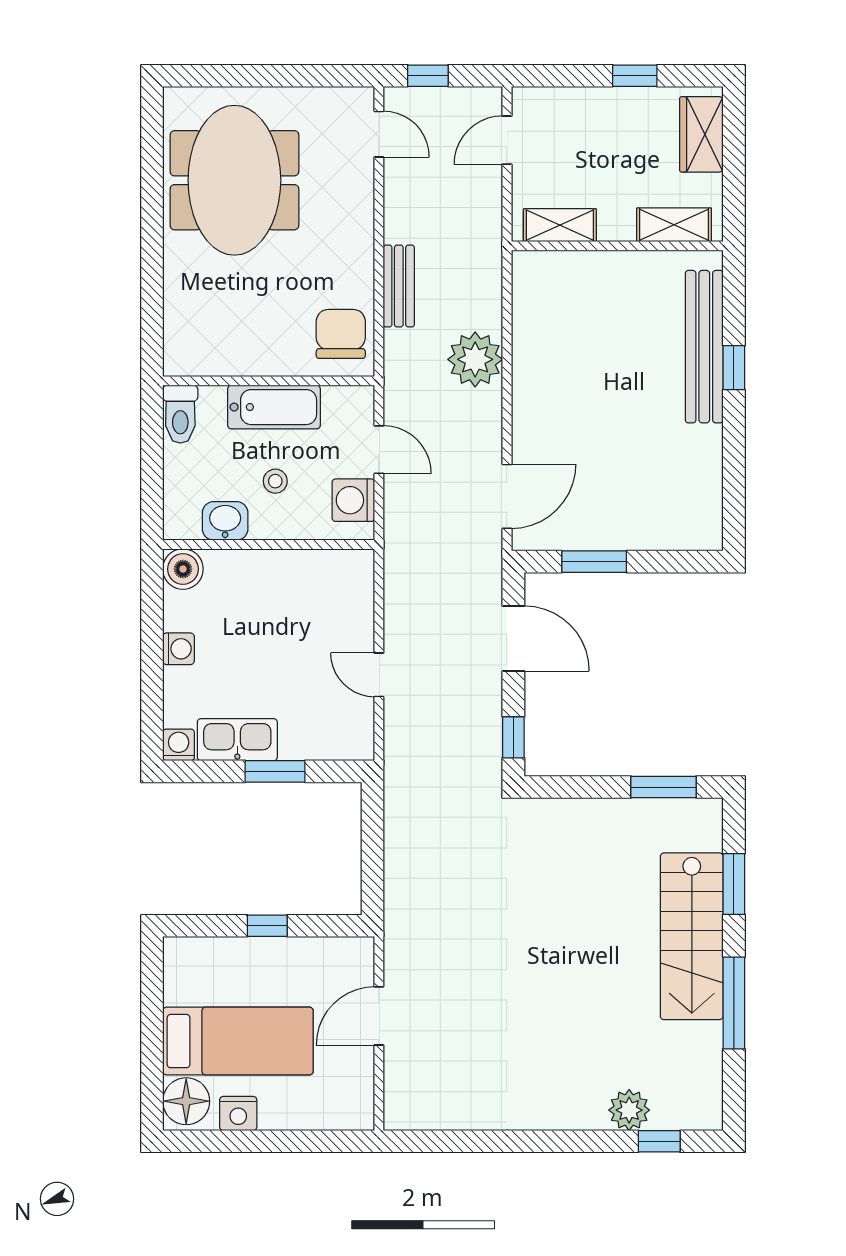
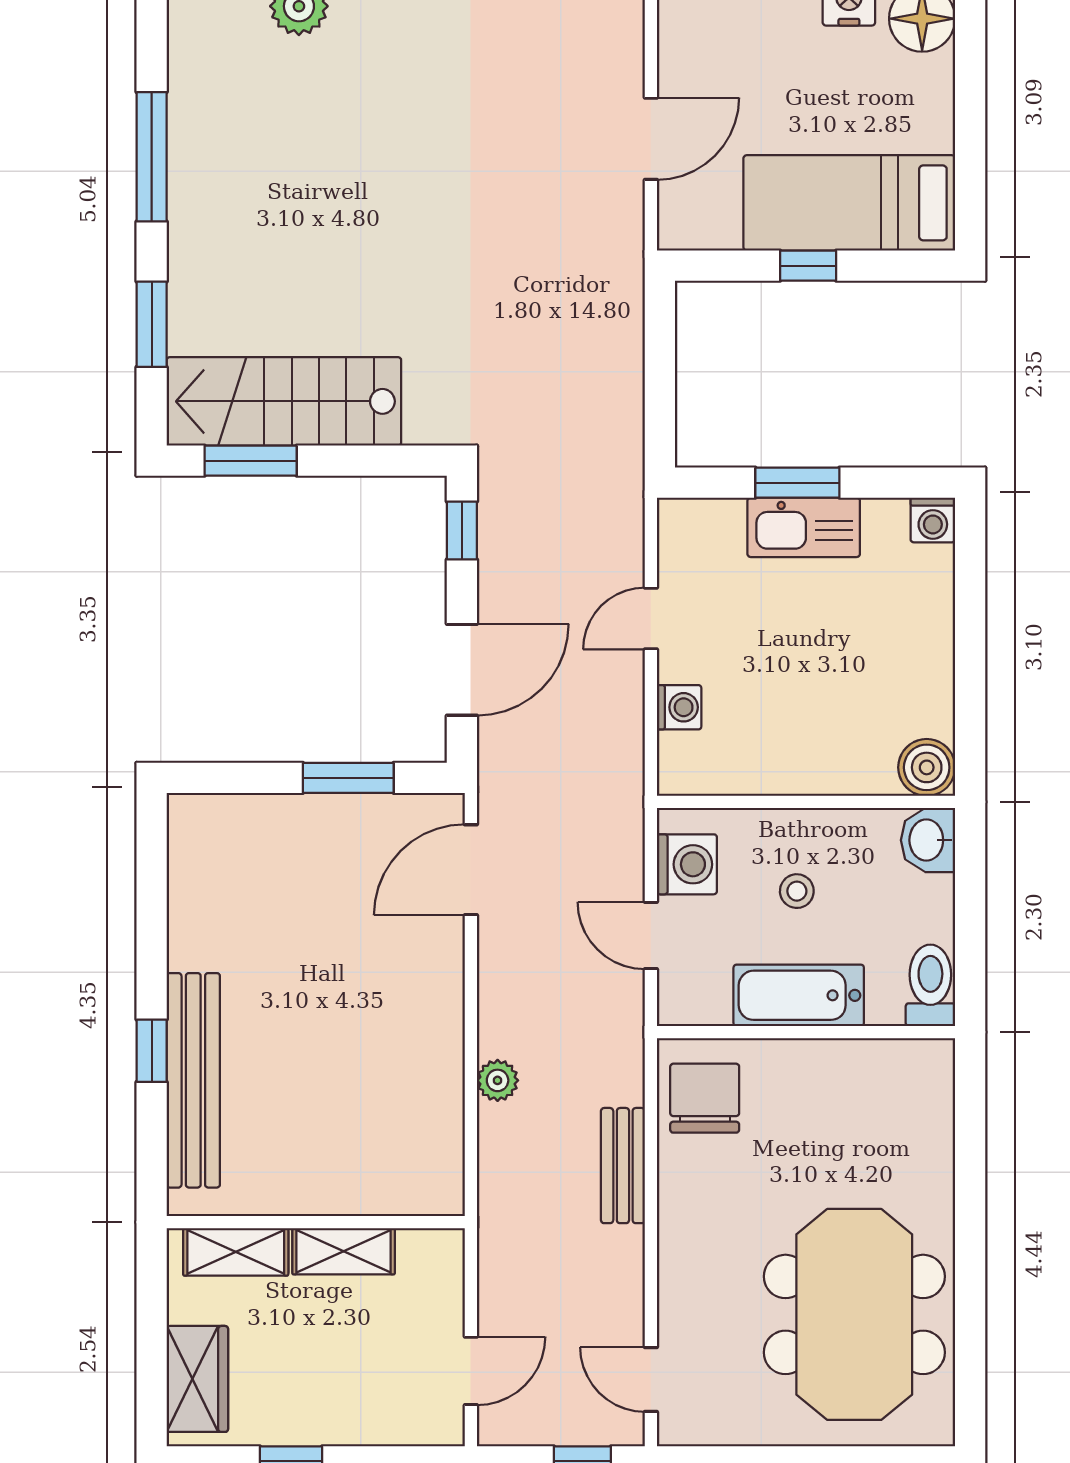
shelving: (560, 225) -> (344, 1251), moved
chair: (341, 334) -> (705, 1098), turned 180
plant: (475, 359) -> (498, 1080), width x0.53, depth x0.53
washbasin: (225, 521) -> (928, 840), moved, turned 90
door: (513, 638) -> (462, 670), swing flipped
washing machine: (179, 649) -> (679, 707), moved, turned 180
door: (379, 675) -> (651, 619), swing flipped
kitchen sink: (237, 740) -> (804, 527), moved
stairs: (692, 936) -> (284, 401), moved, turned -90
bed: (238, 1041) -> (849, 203), moved

